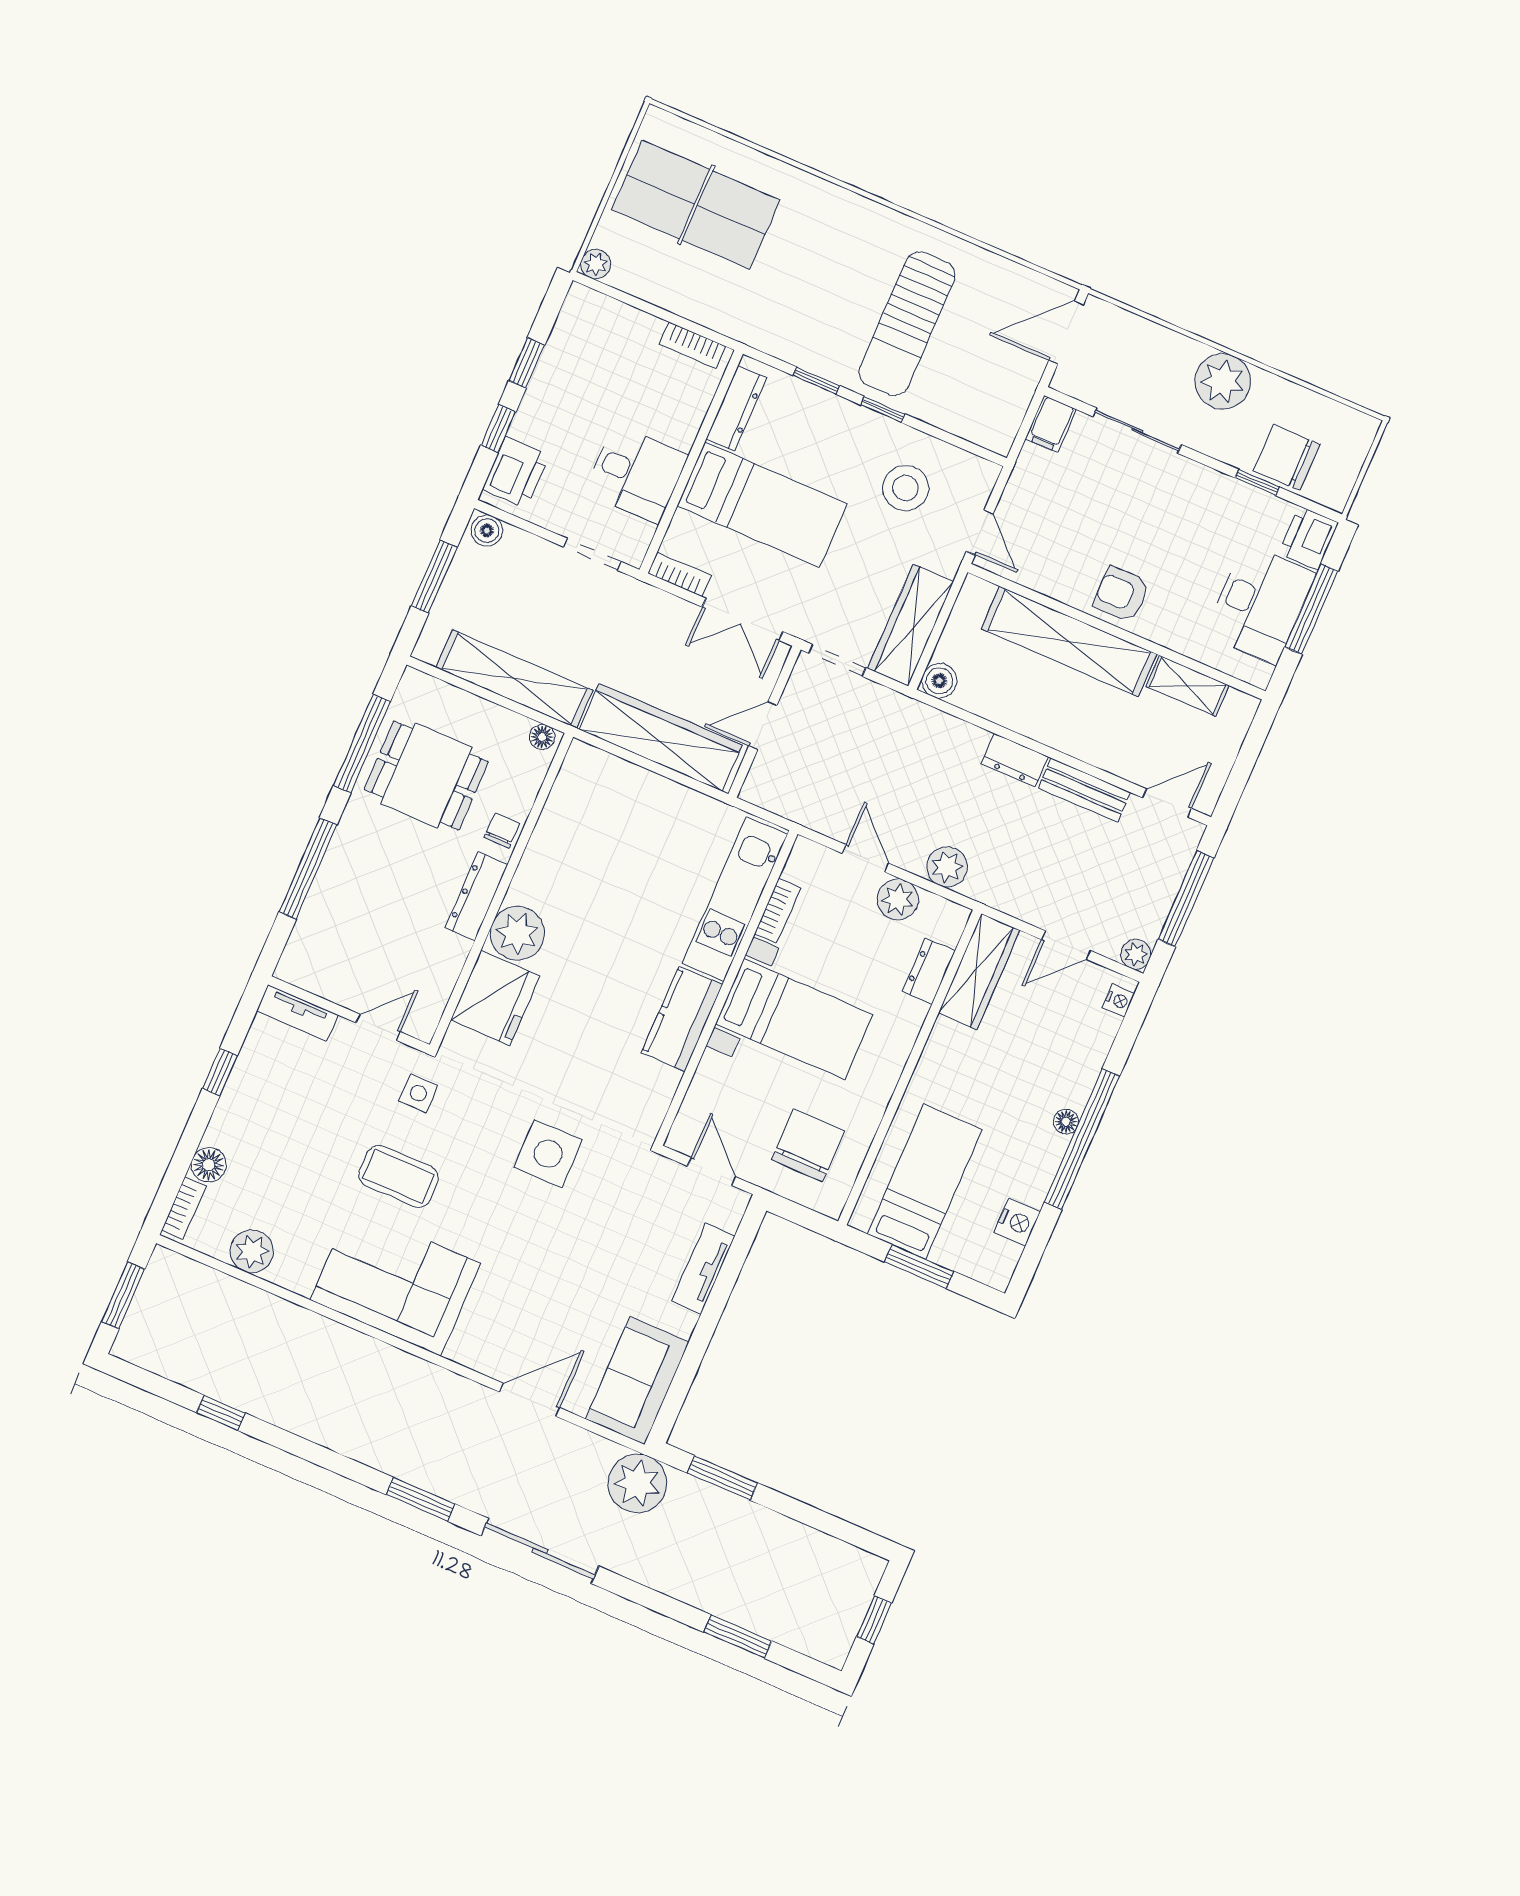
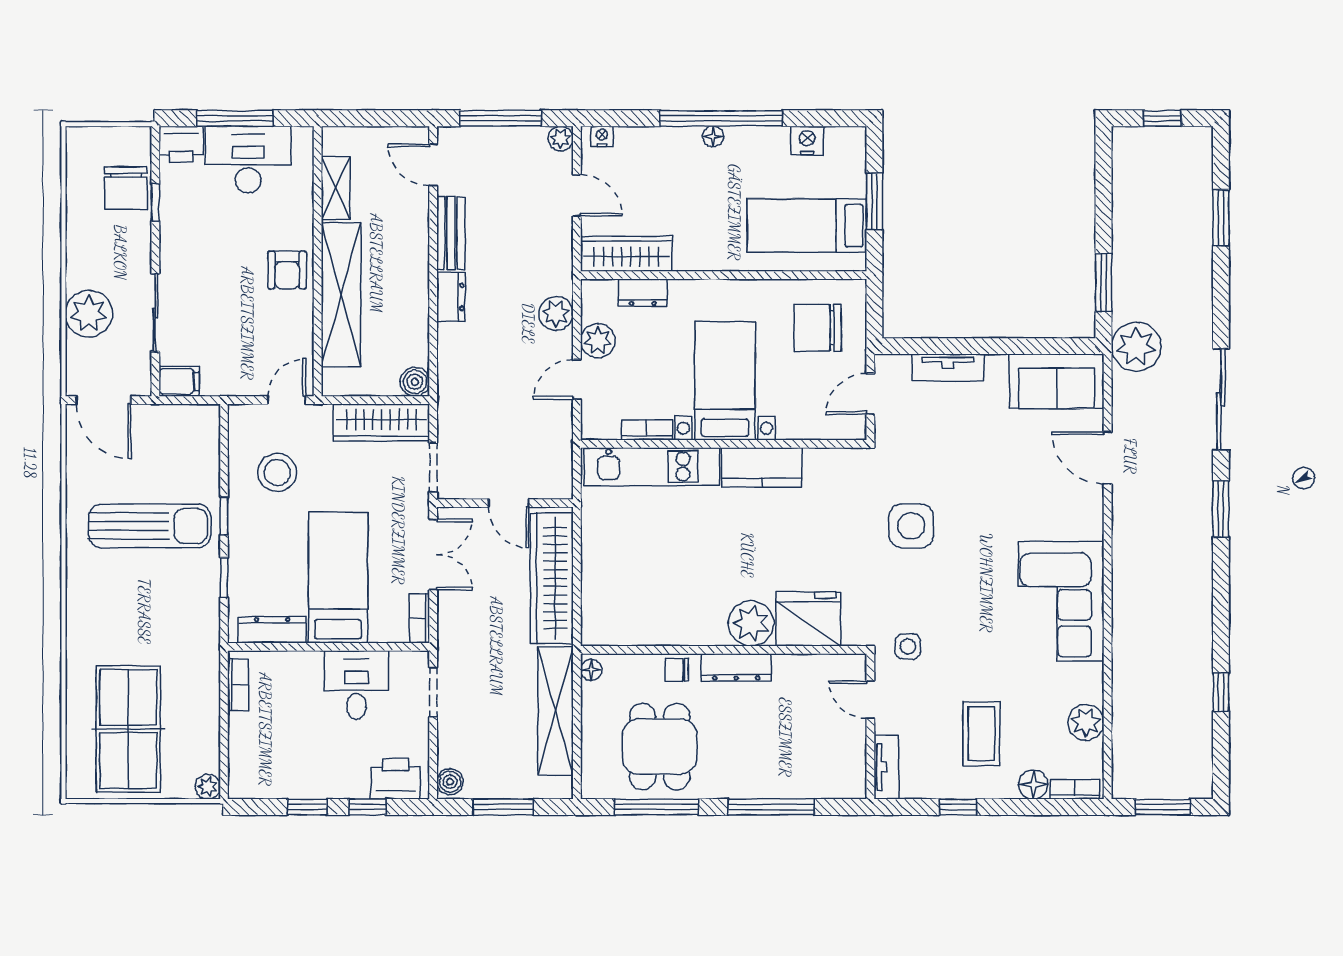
plant: (1223, 381) -> (89, 314), moved
coffee table: (399, 1176) -> (981, 734), moved

